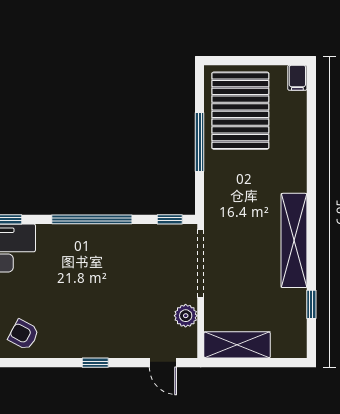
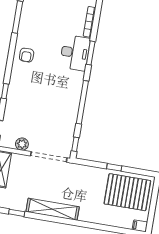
window: (200, 142) -> (114, 167), width x0.46
armchair: (24, 335) -> (27, 55), turned 152

